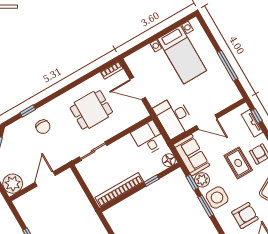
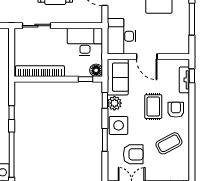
desk: (148, 138) -> (85, 42), width x1.37
window: (152, 181) -> (86, 79), moved
window: (206, 206) -> (105, 140), moved

